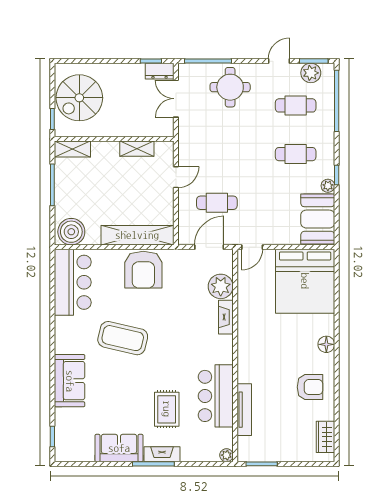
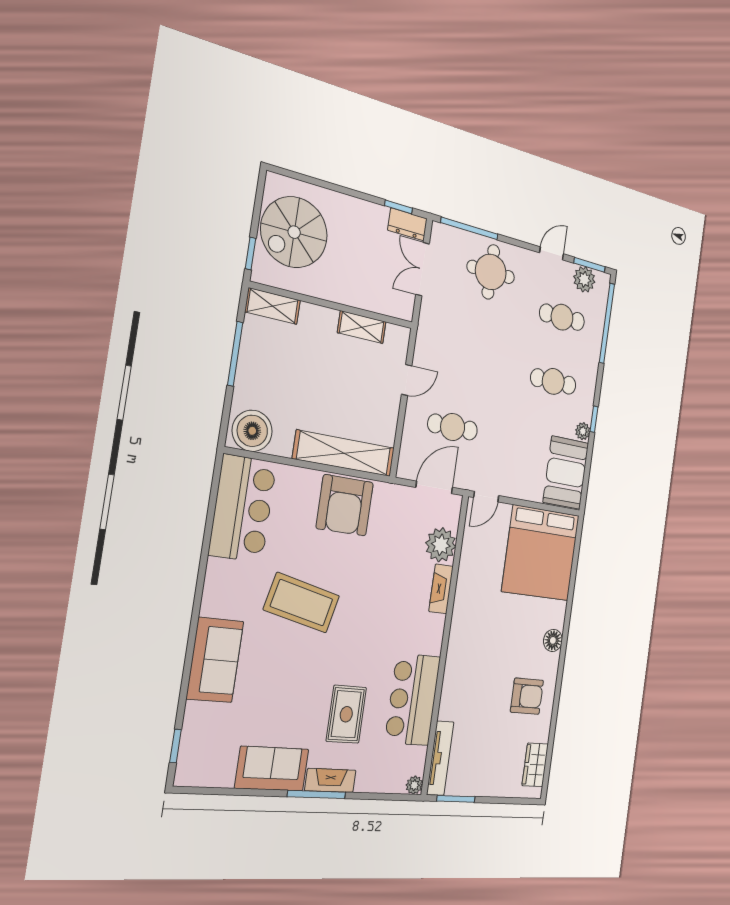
tv unit: (244, 410) -> (440, 758), moved

